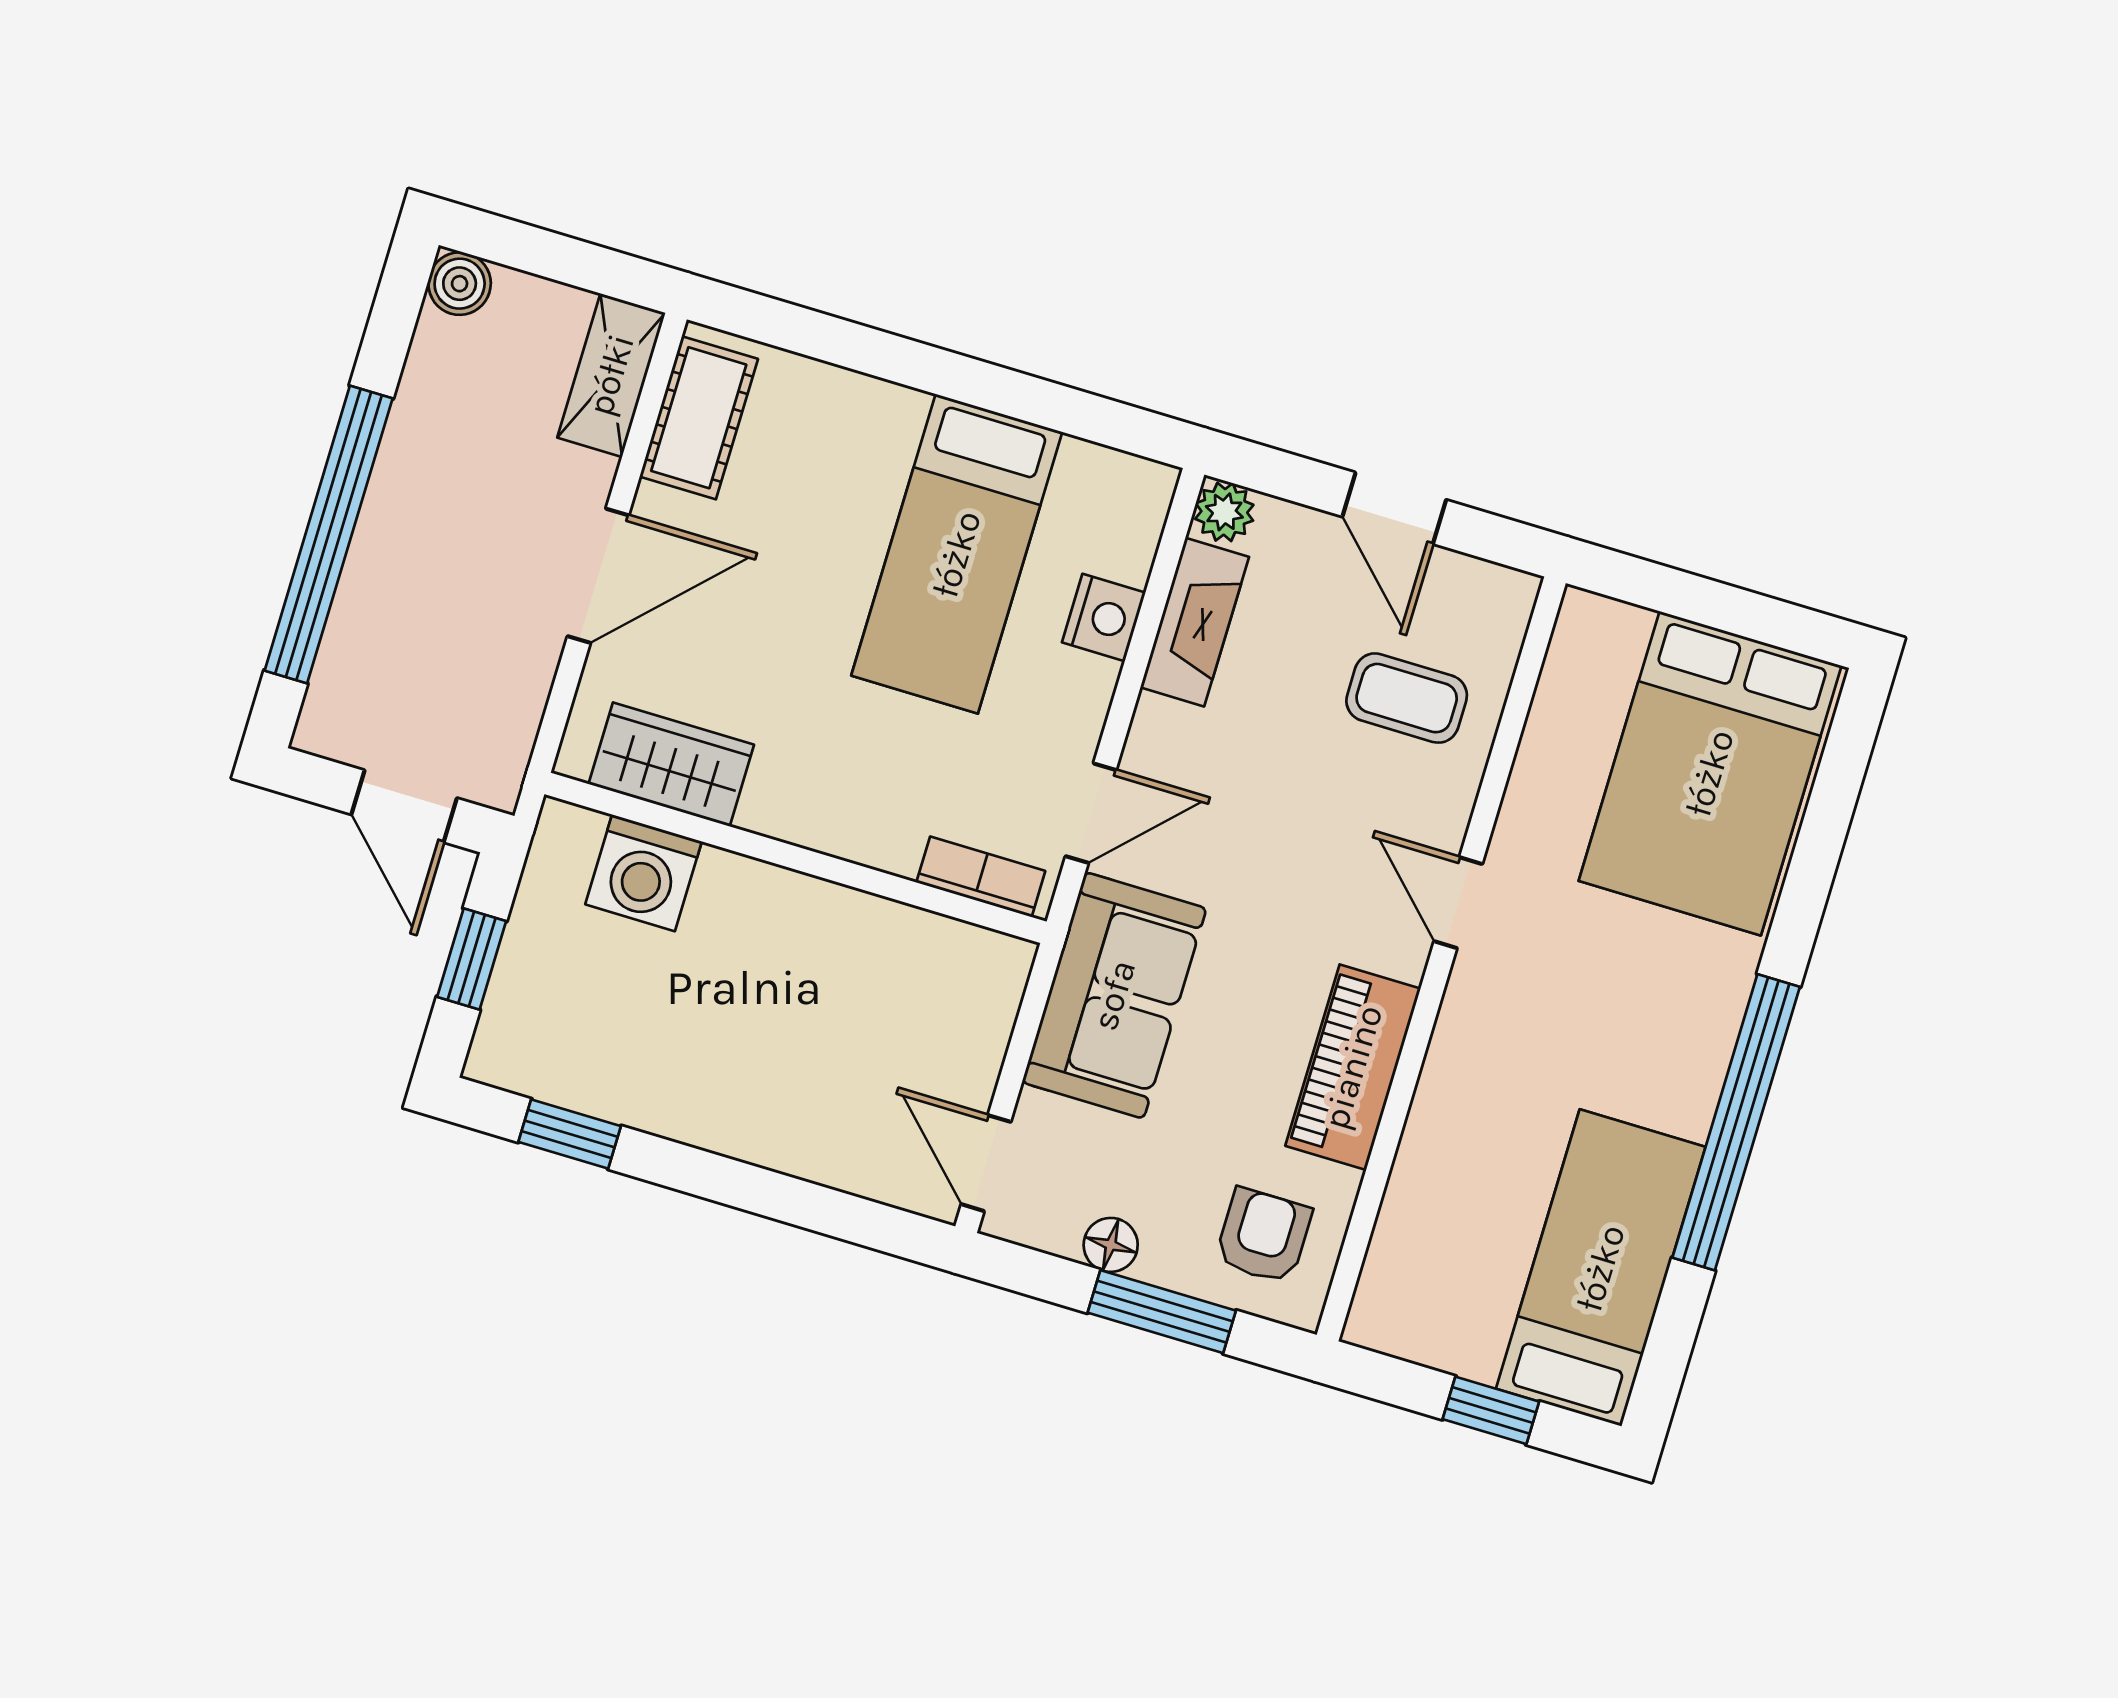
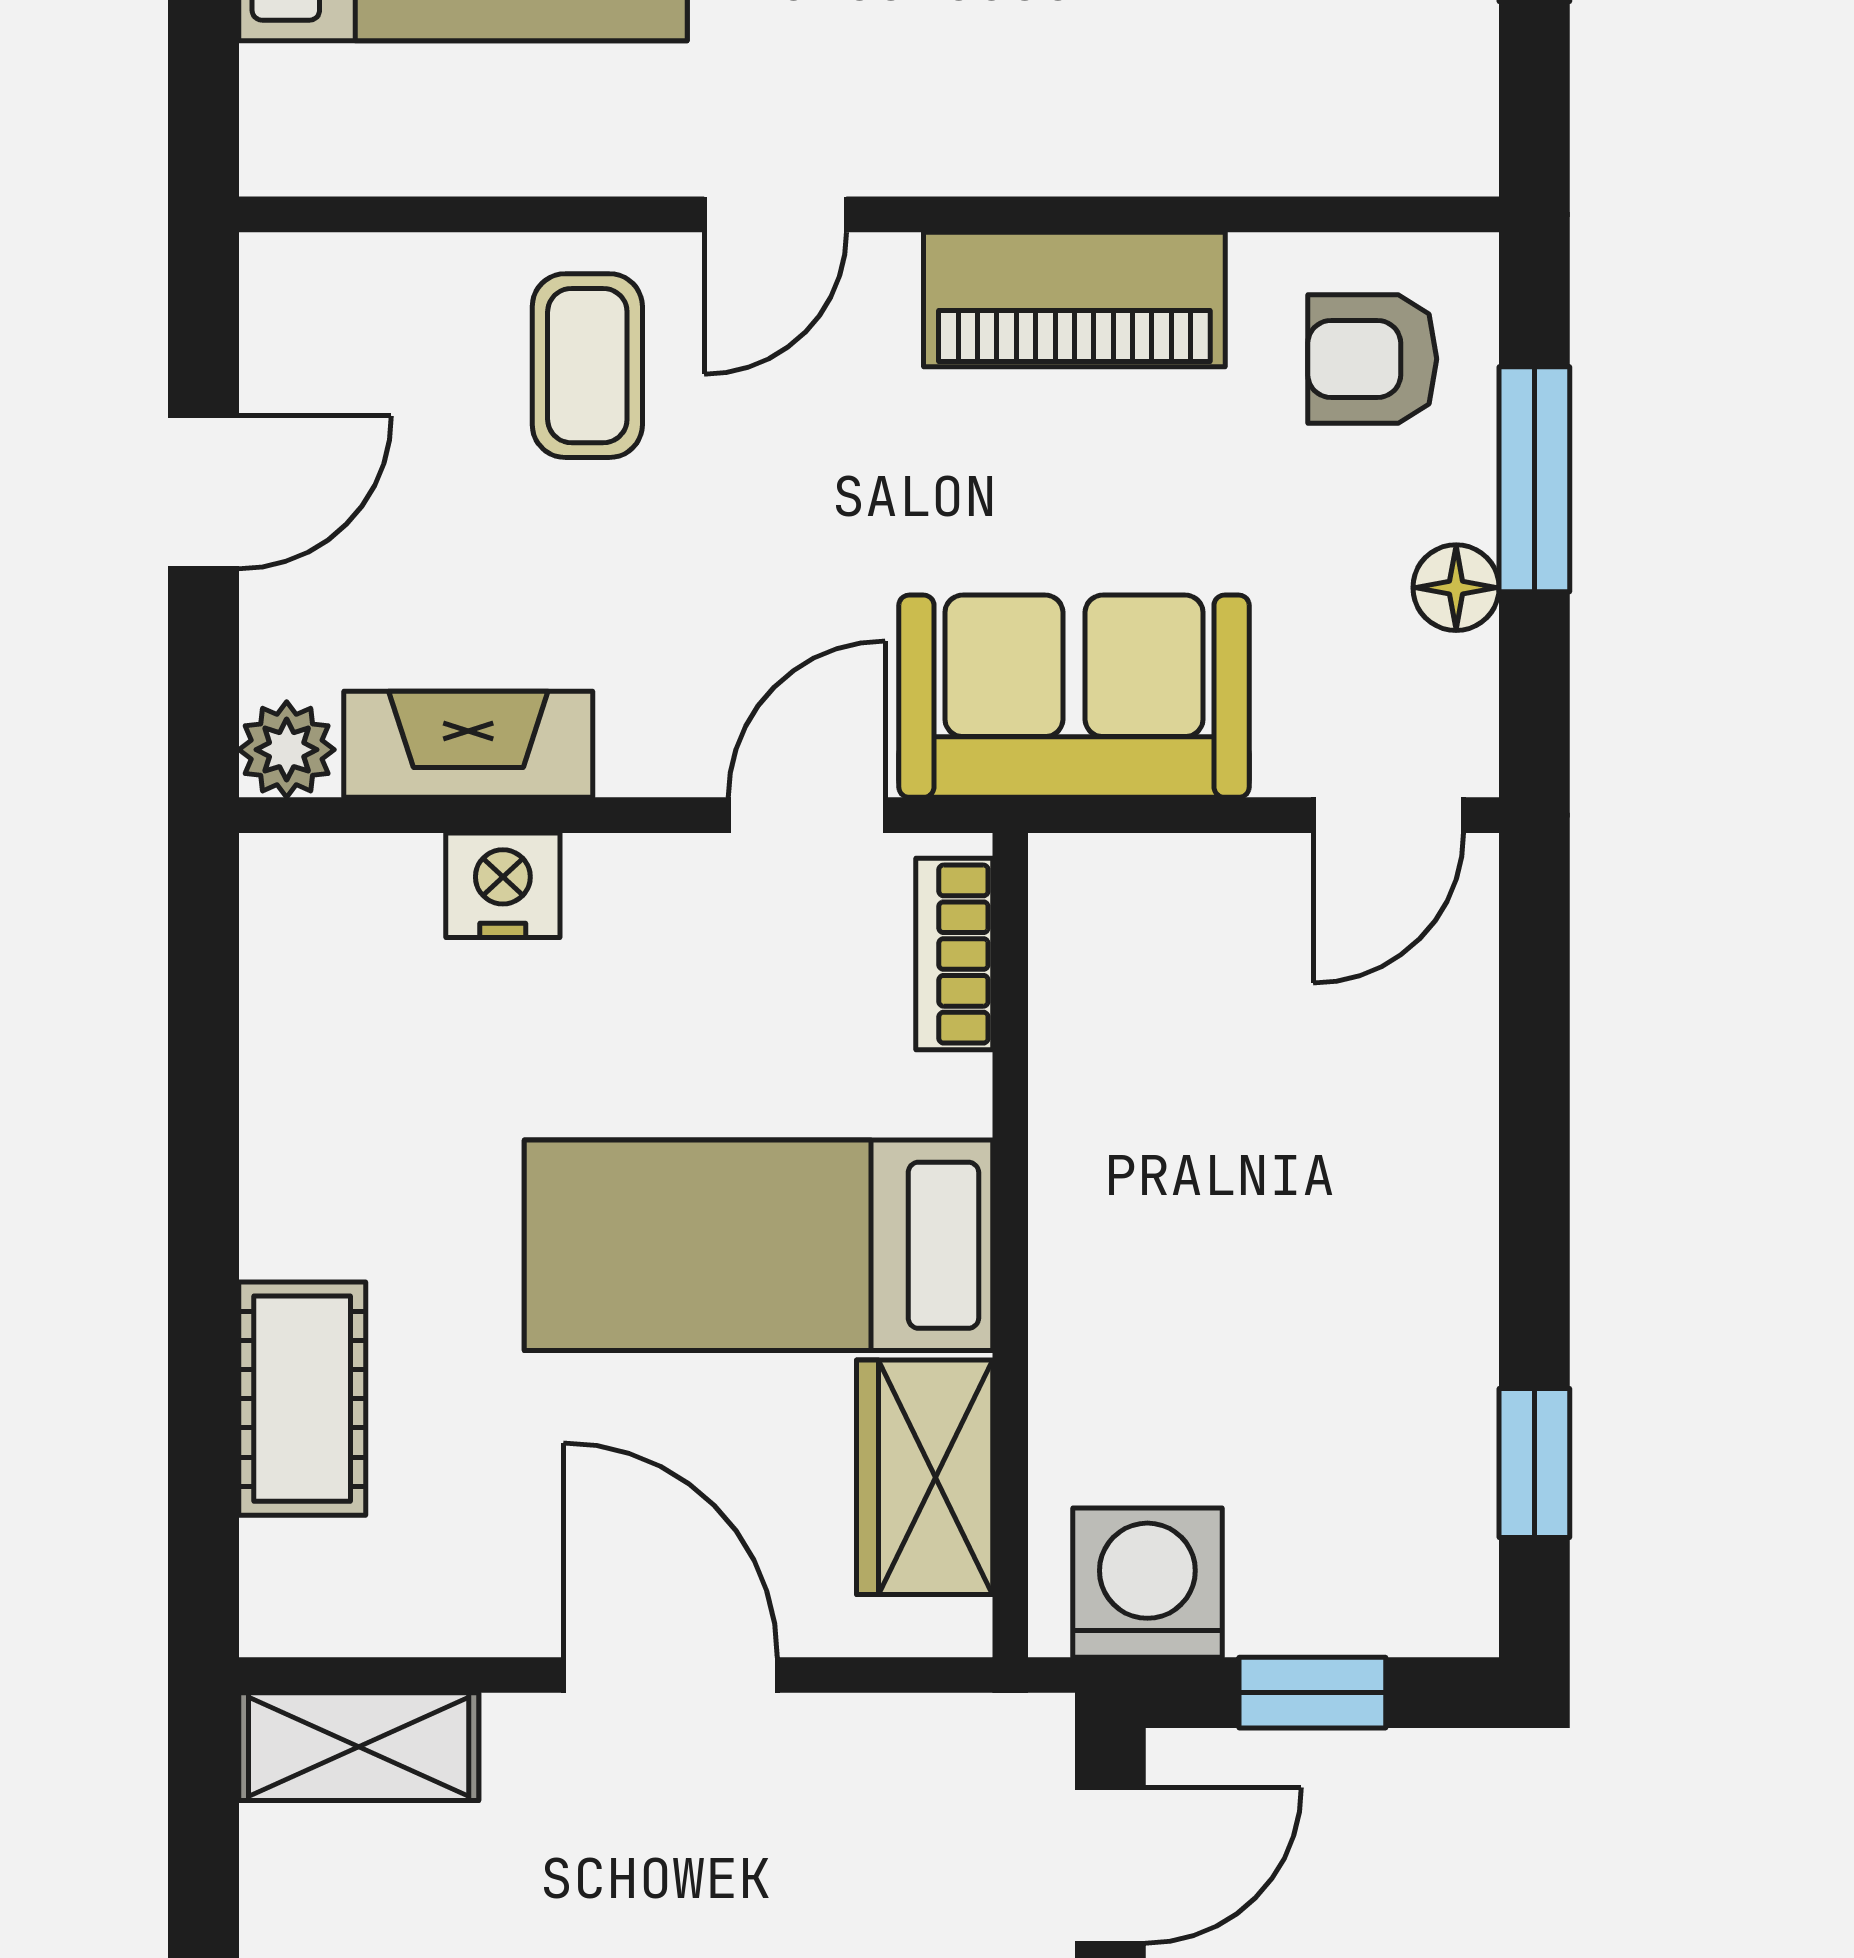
cot: (699, 418) -> (302, 1399), moved, turned 90
bed: (957, 554) -> (759, 1245), moved, turned 180
coffee table: (1407, 698) -> (587, 366), moved
door: (1091, 813) -> (807, 815), hinge flipped
washing machine: (644, 873) -> (1147, 1583), moved, turned -90

